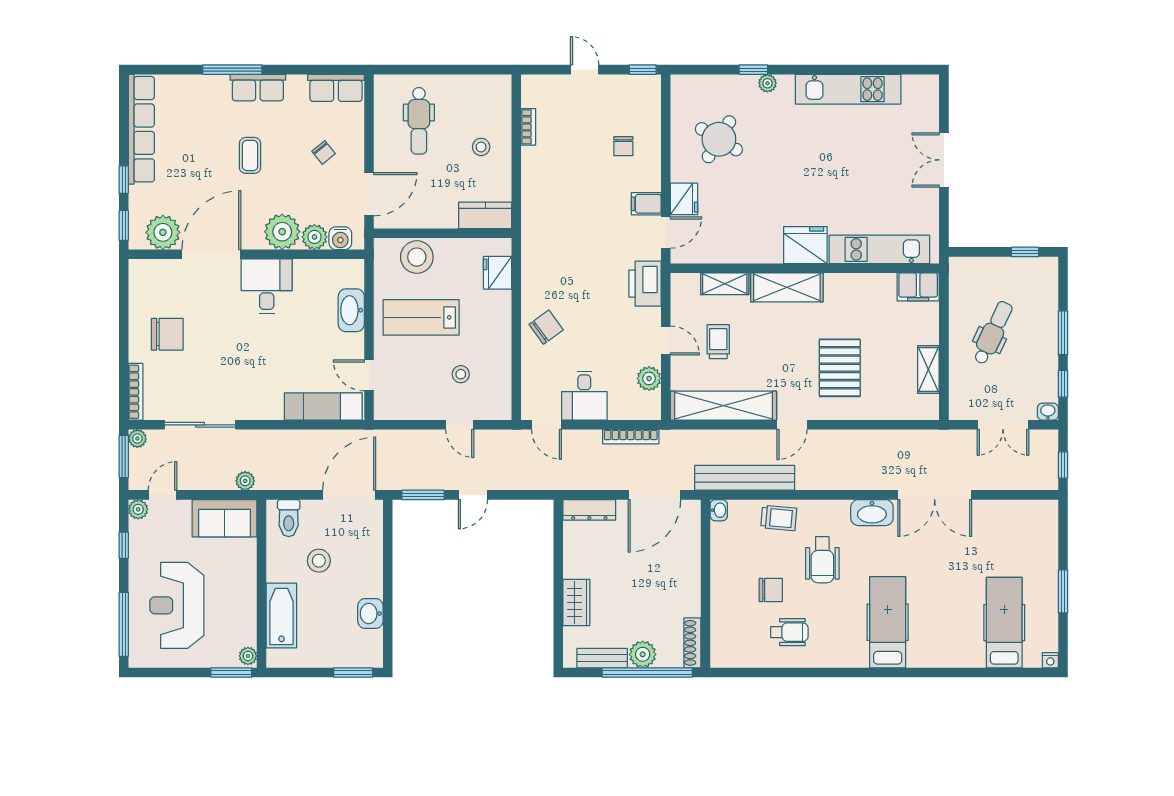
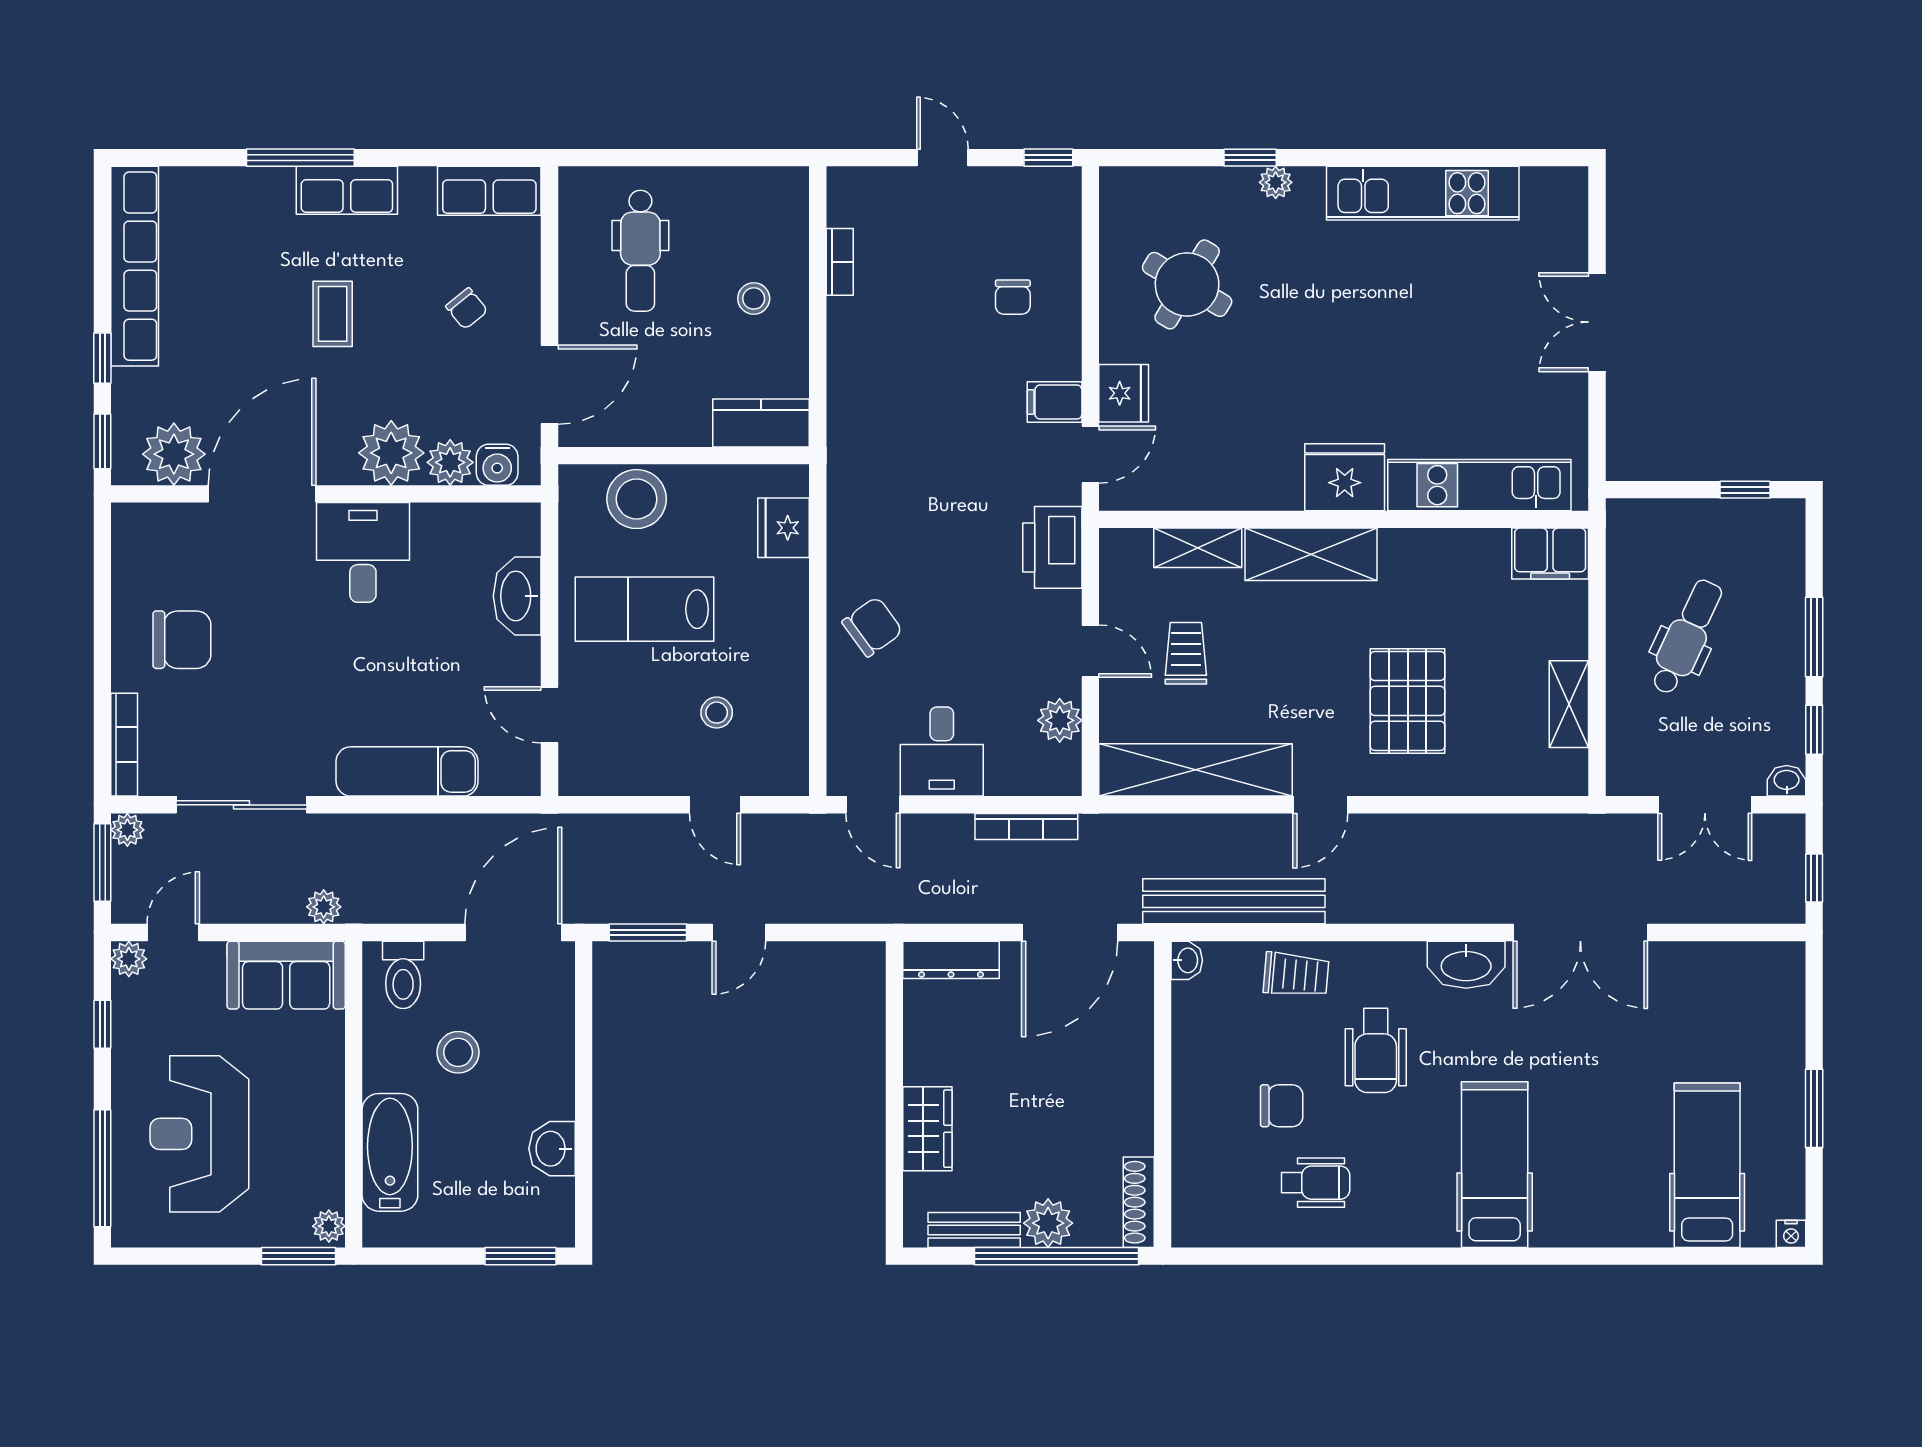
exam couch: (323, 406) -> (407, 771), moved

